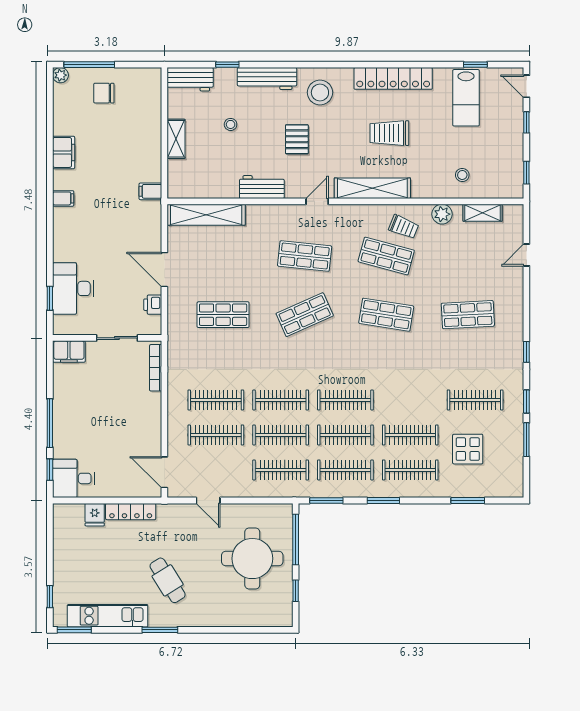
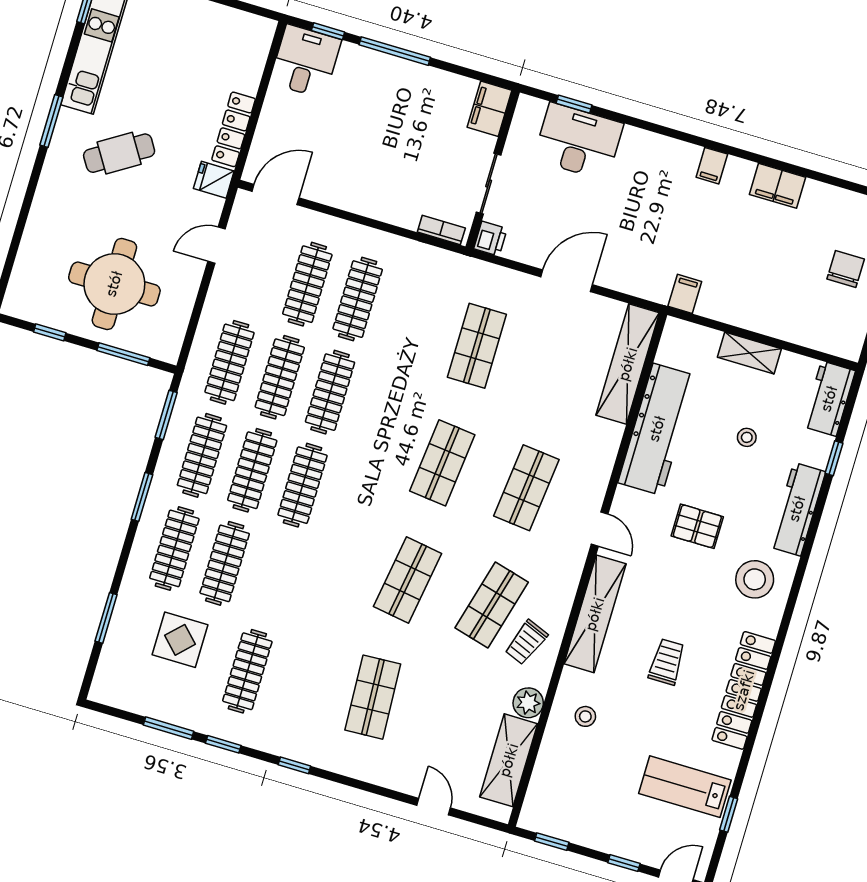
trolley: (389, 133) -> (667, 662), width x0.73, depth x0.72
stool: (462, 175) -> (585, 716), moved
workbench: (262, 187) -> (657, 429), width x1.88, depth x1.32
shelving: (483, 213) -> (509, 760), width x1.50, depth x1.33
printer: (153, 305) -> (490, 239), moved, turned 90
shop shelf: (305, 315) -> (442, 463), turned 30
bookcase: (156, 368) -> (441, 230), width x0.64
fridge: (95, 515) -> (214, 180), moved
window: (296, 539) -> (123, 354), width x0.69

